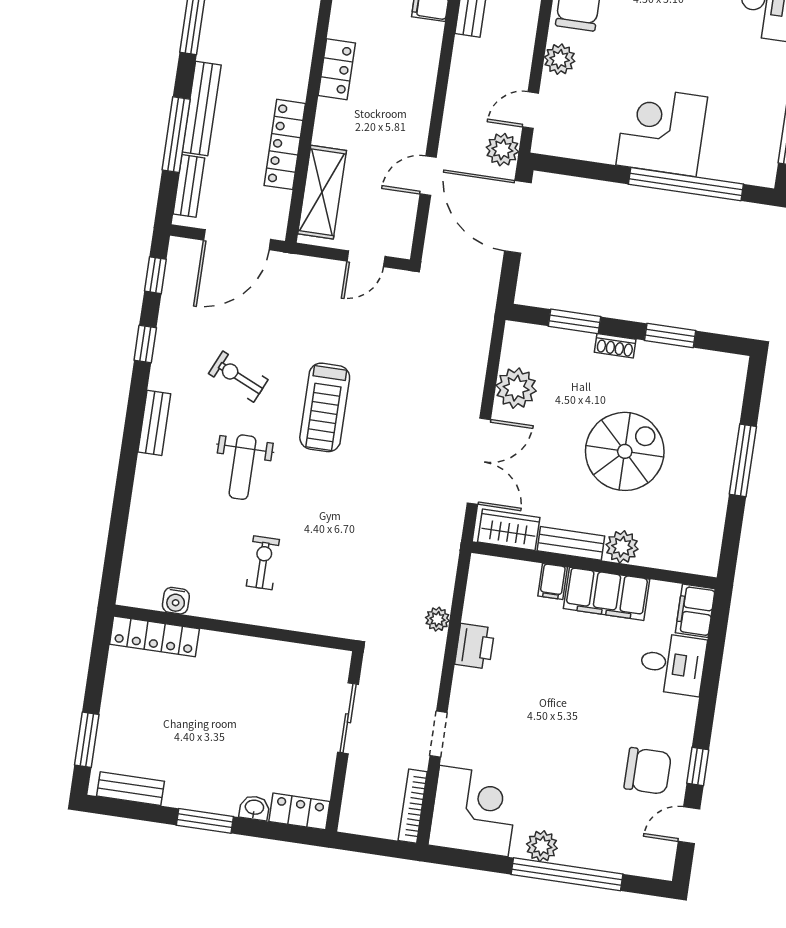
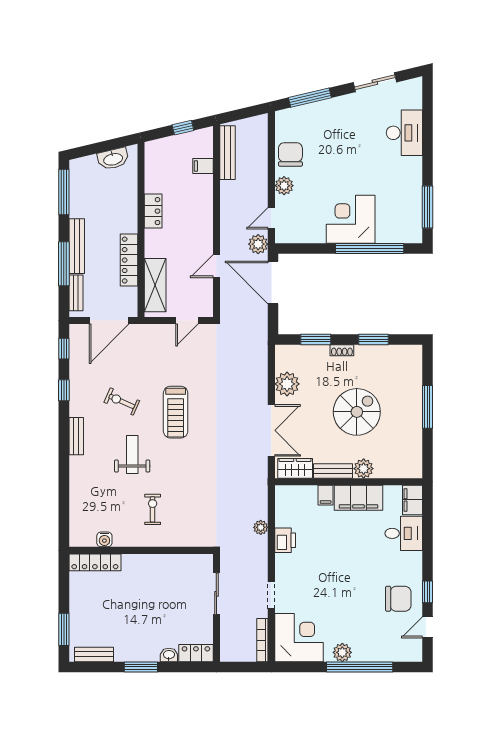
weight bench: (242, 467) -> (132, 455), turned 180

